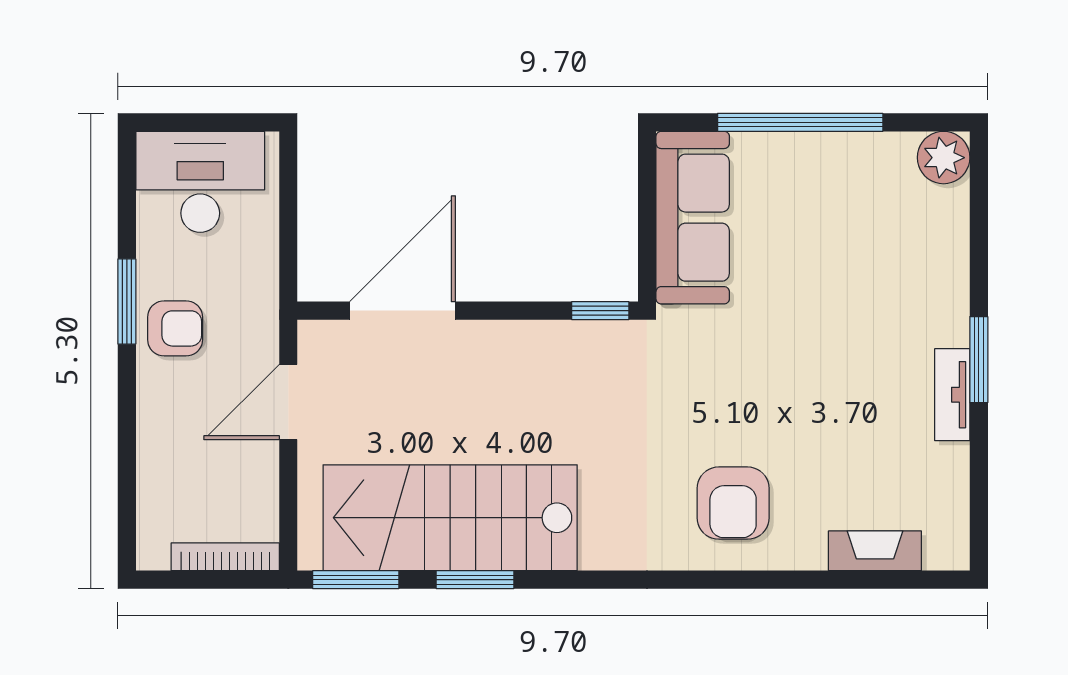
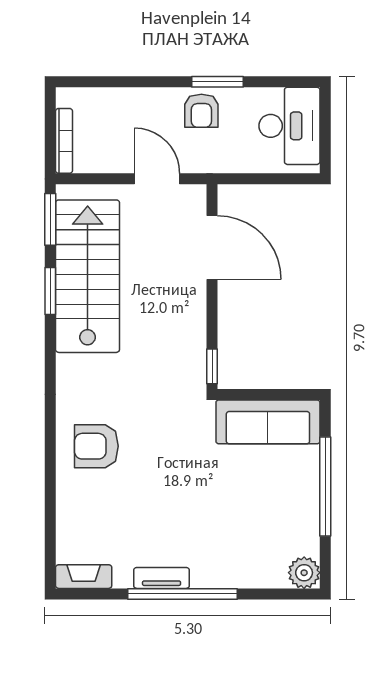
window: (979, 360) -> (183, 594), width x2.11
fireplace: (875, 551) -> (84, 577), moved, turned -90

